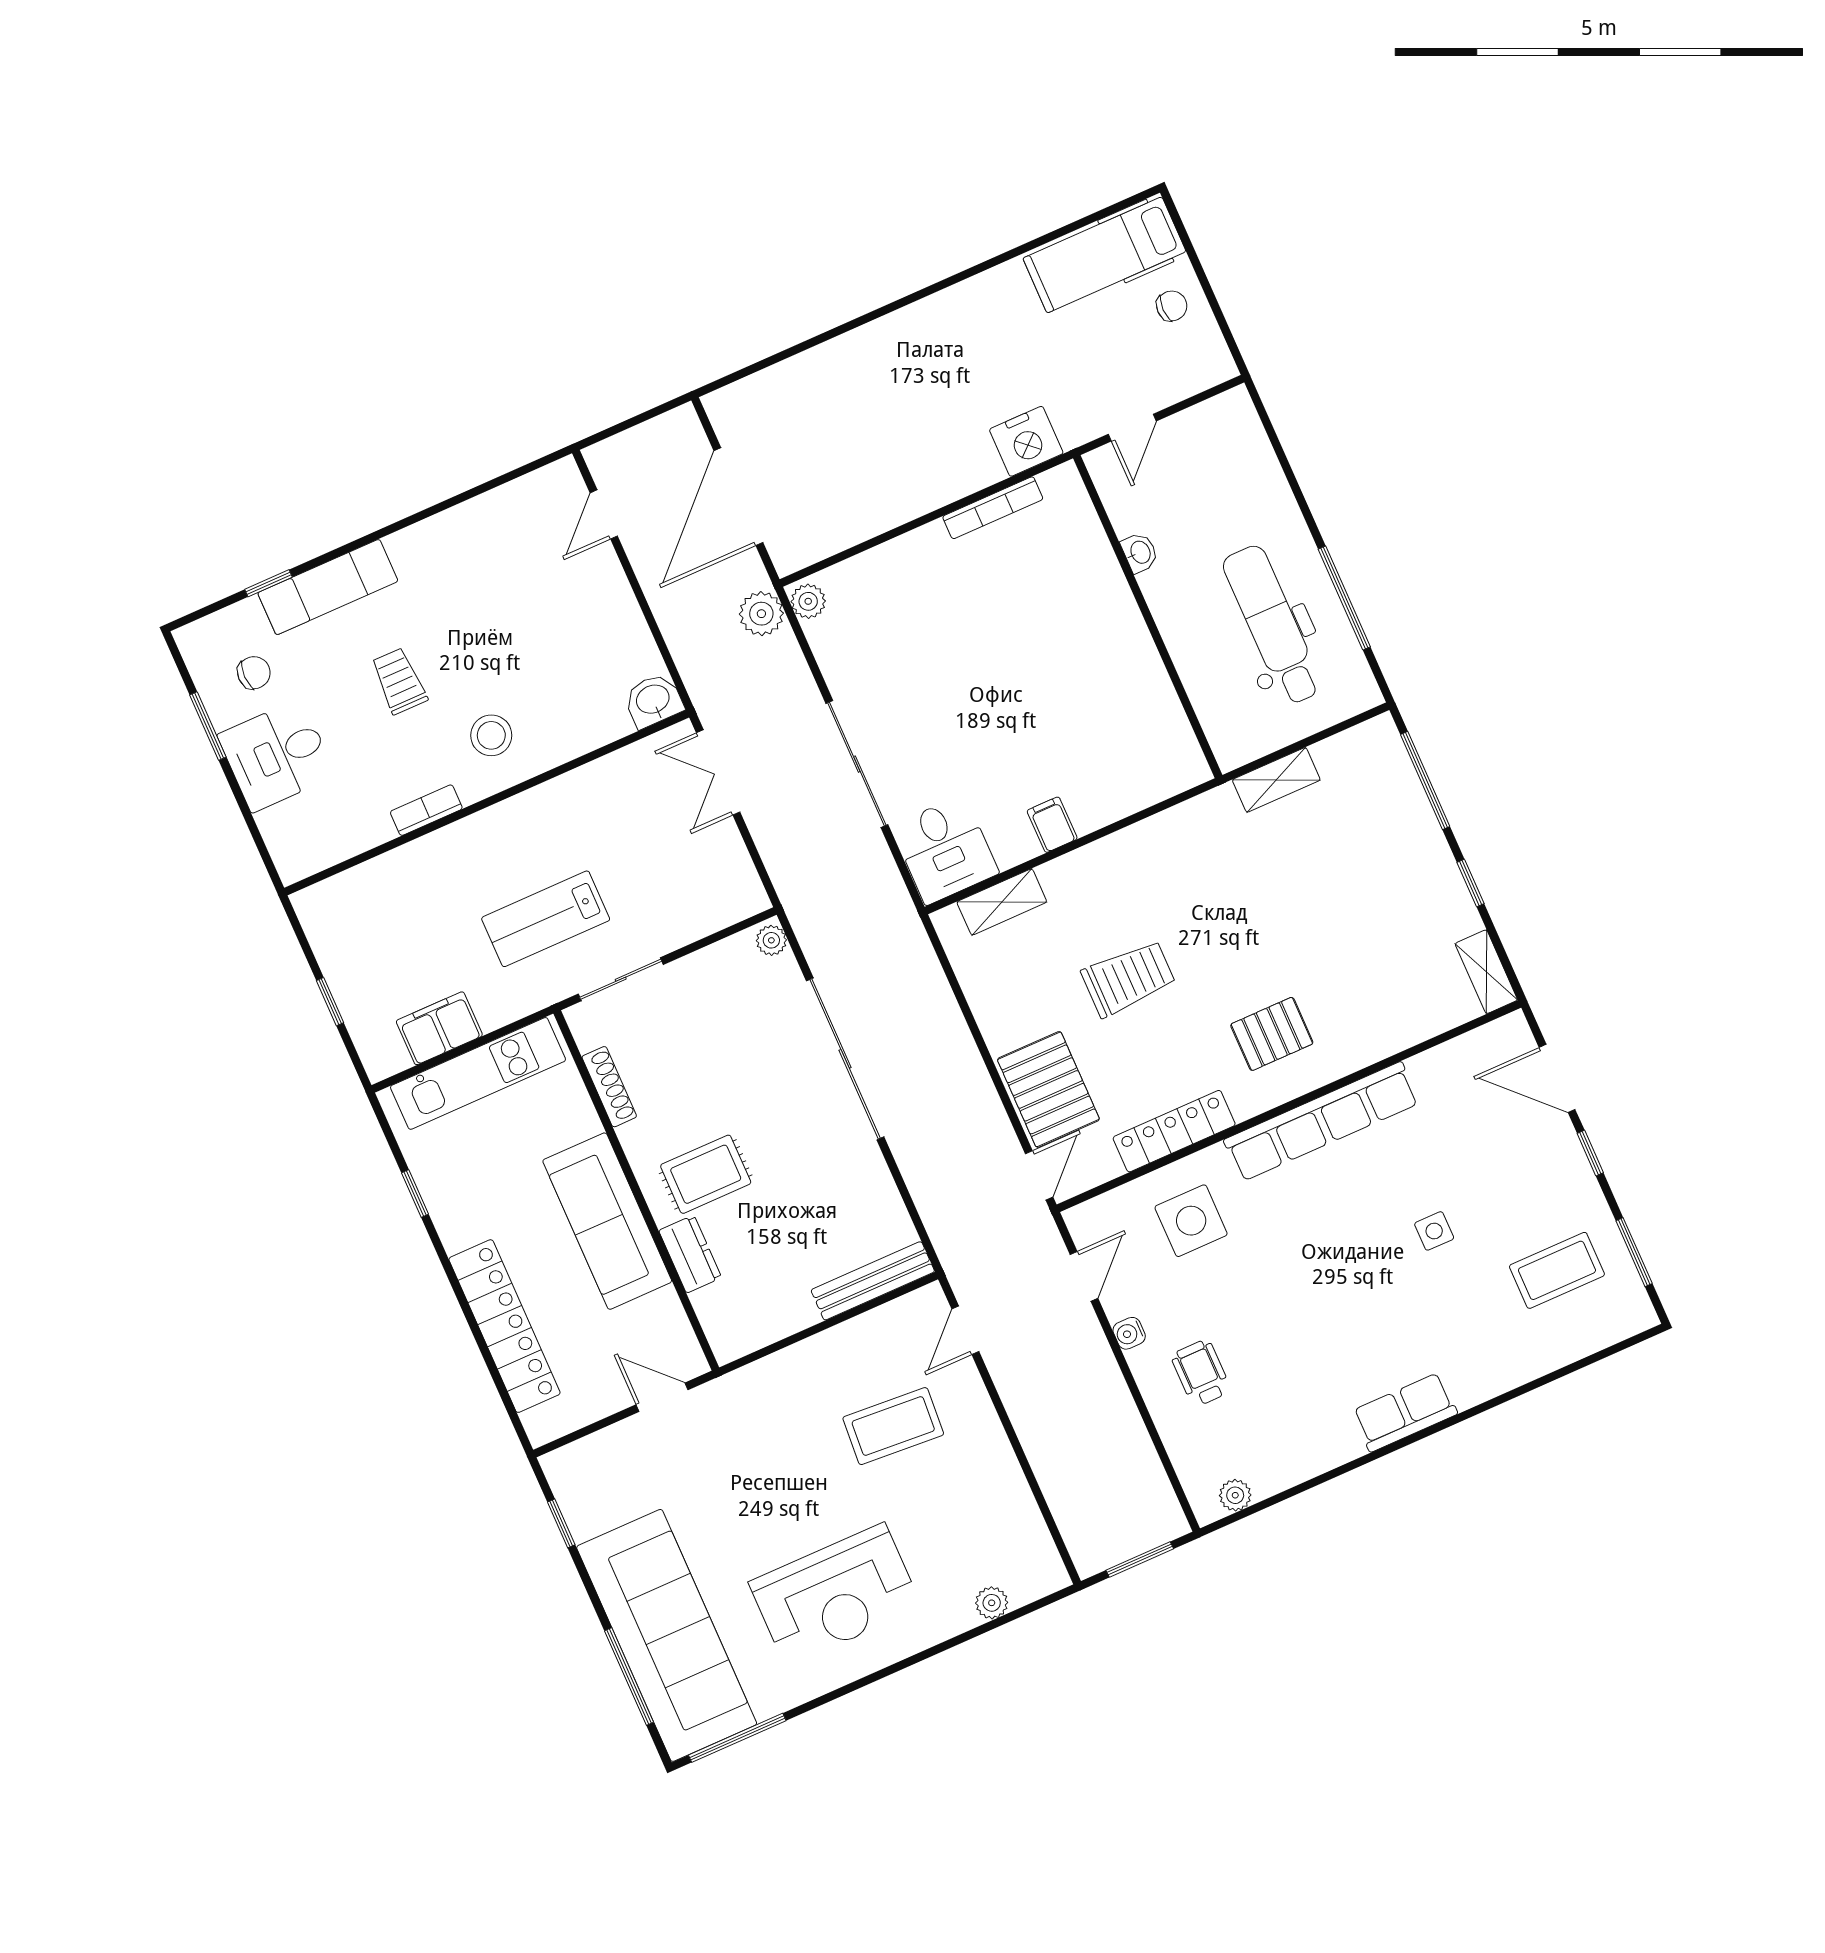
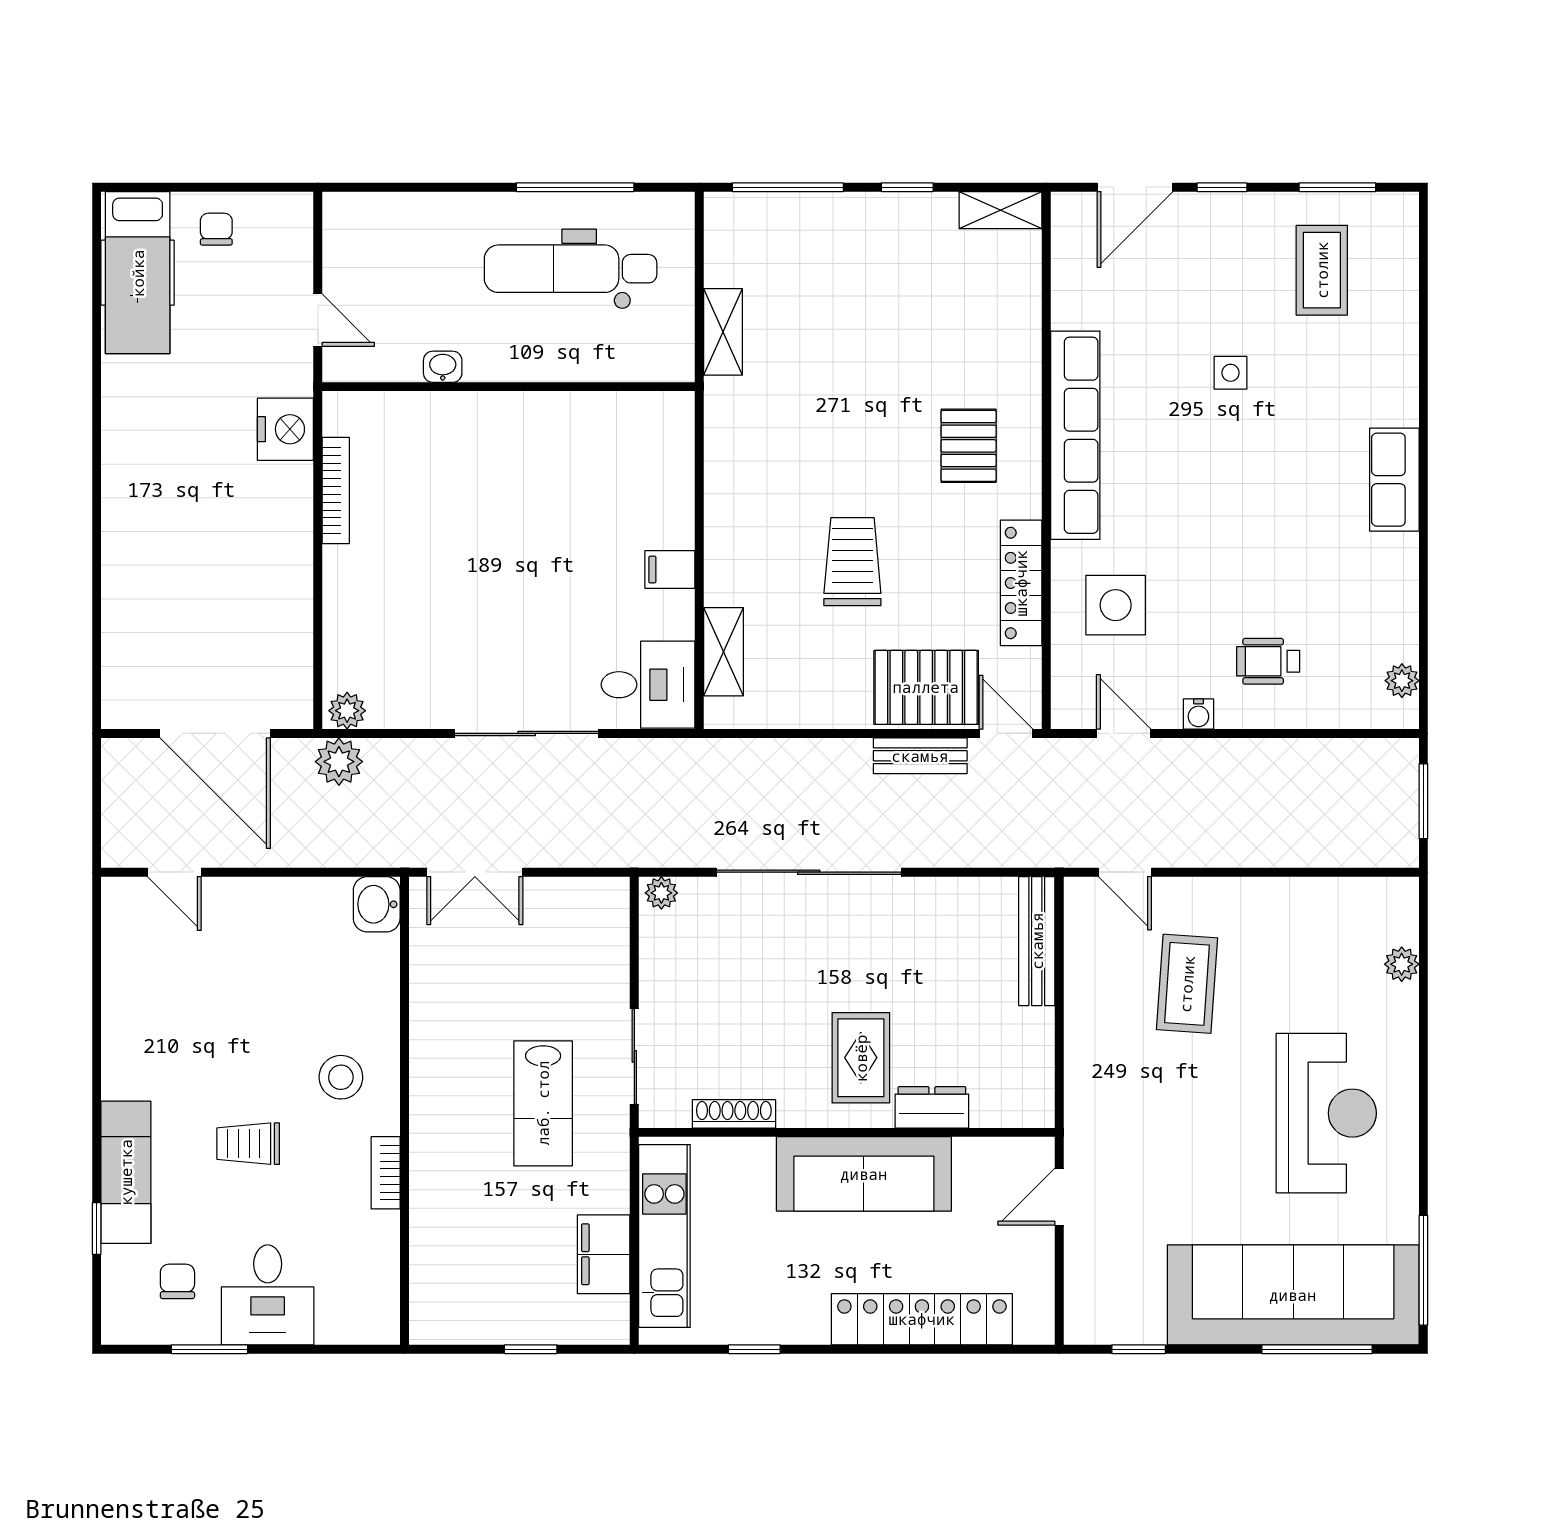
bench: (987, 1110) -> (920, 756), added

